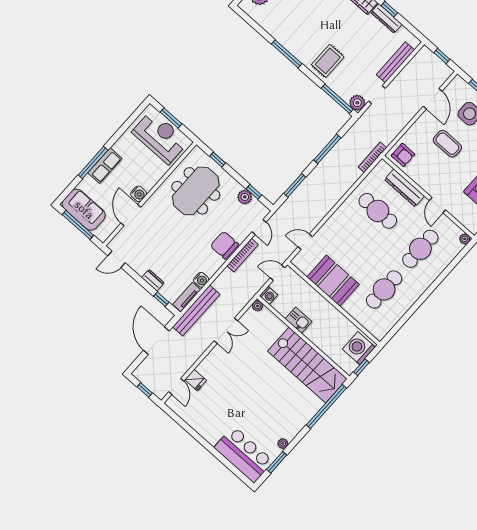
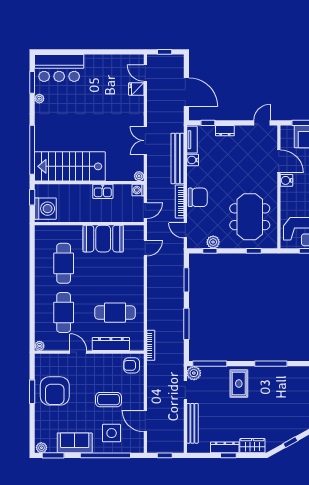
bench: (196, 311) -> (178, 158), moved

